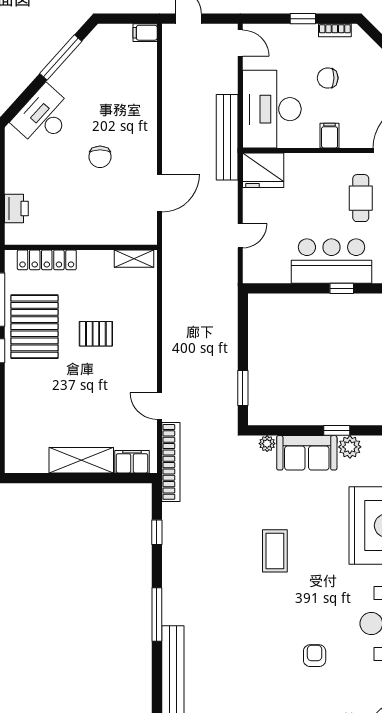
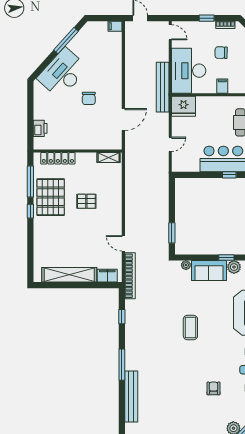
desk: (43, 116) -> (63, 73), width x1.36, depth x1.30
shelving: (81, 460) -> (69, 275), width x1.47

